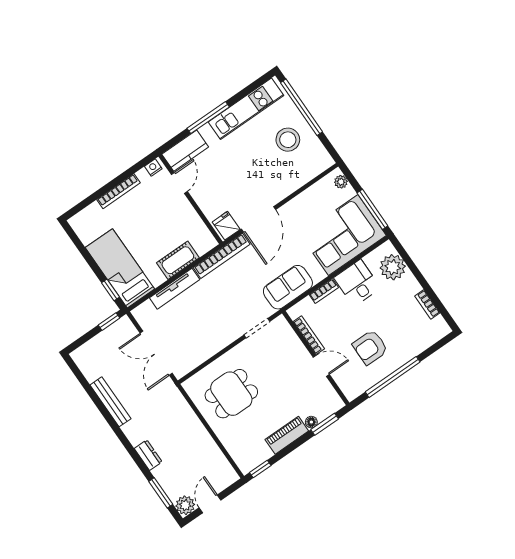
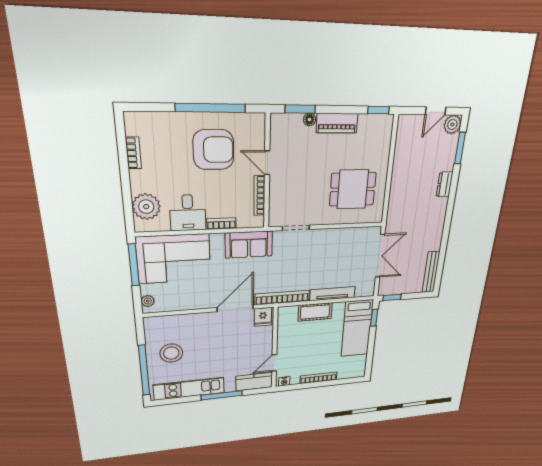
armchair: (370, 347) -> (213, 150), width x1.36, depth x1.36
bench: (110, 402) -> (431, 272), moved

